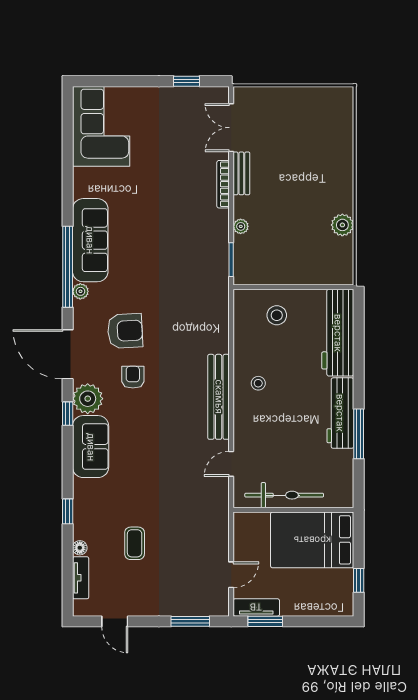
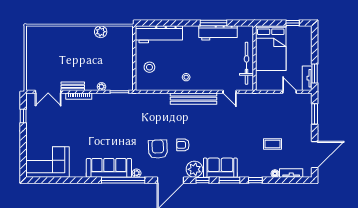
workbench: (340, 413) -> (218, 33), moved
window: (68, 464) -> (229, 180), added
door: (115, 621) -> (315, 155), width x1.87

